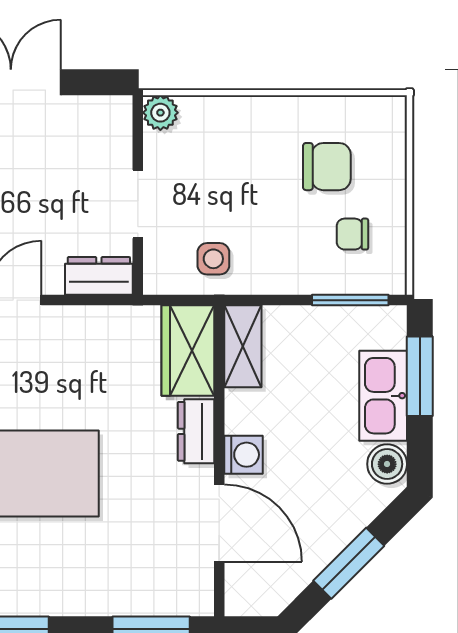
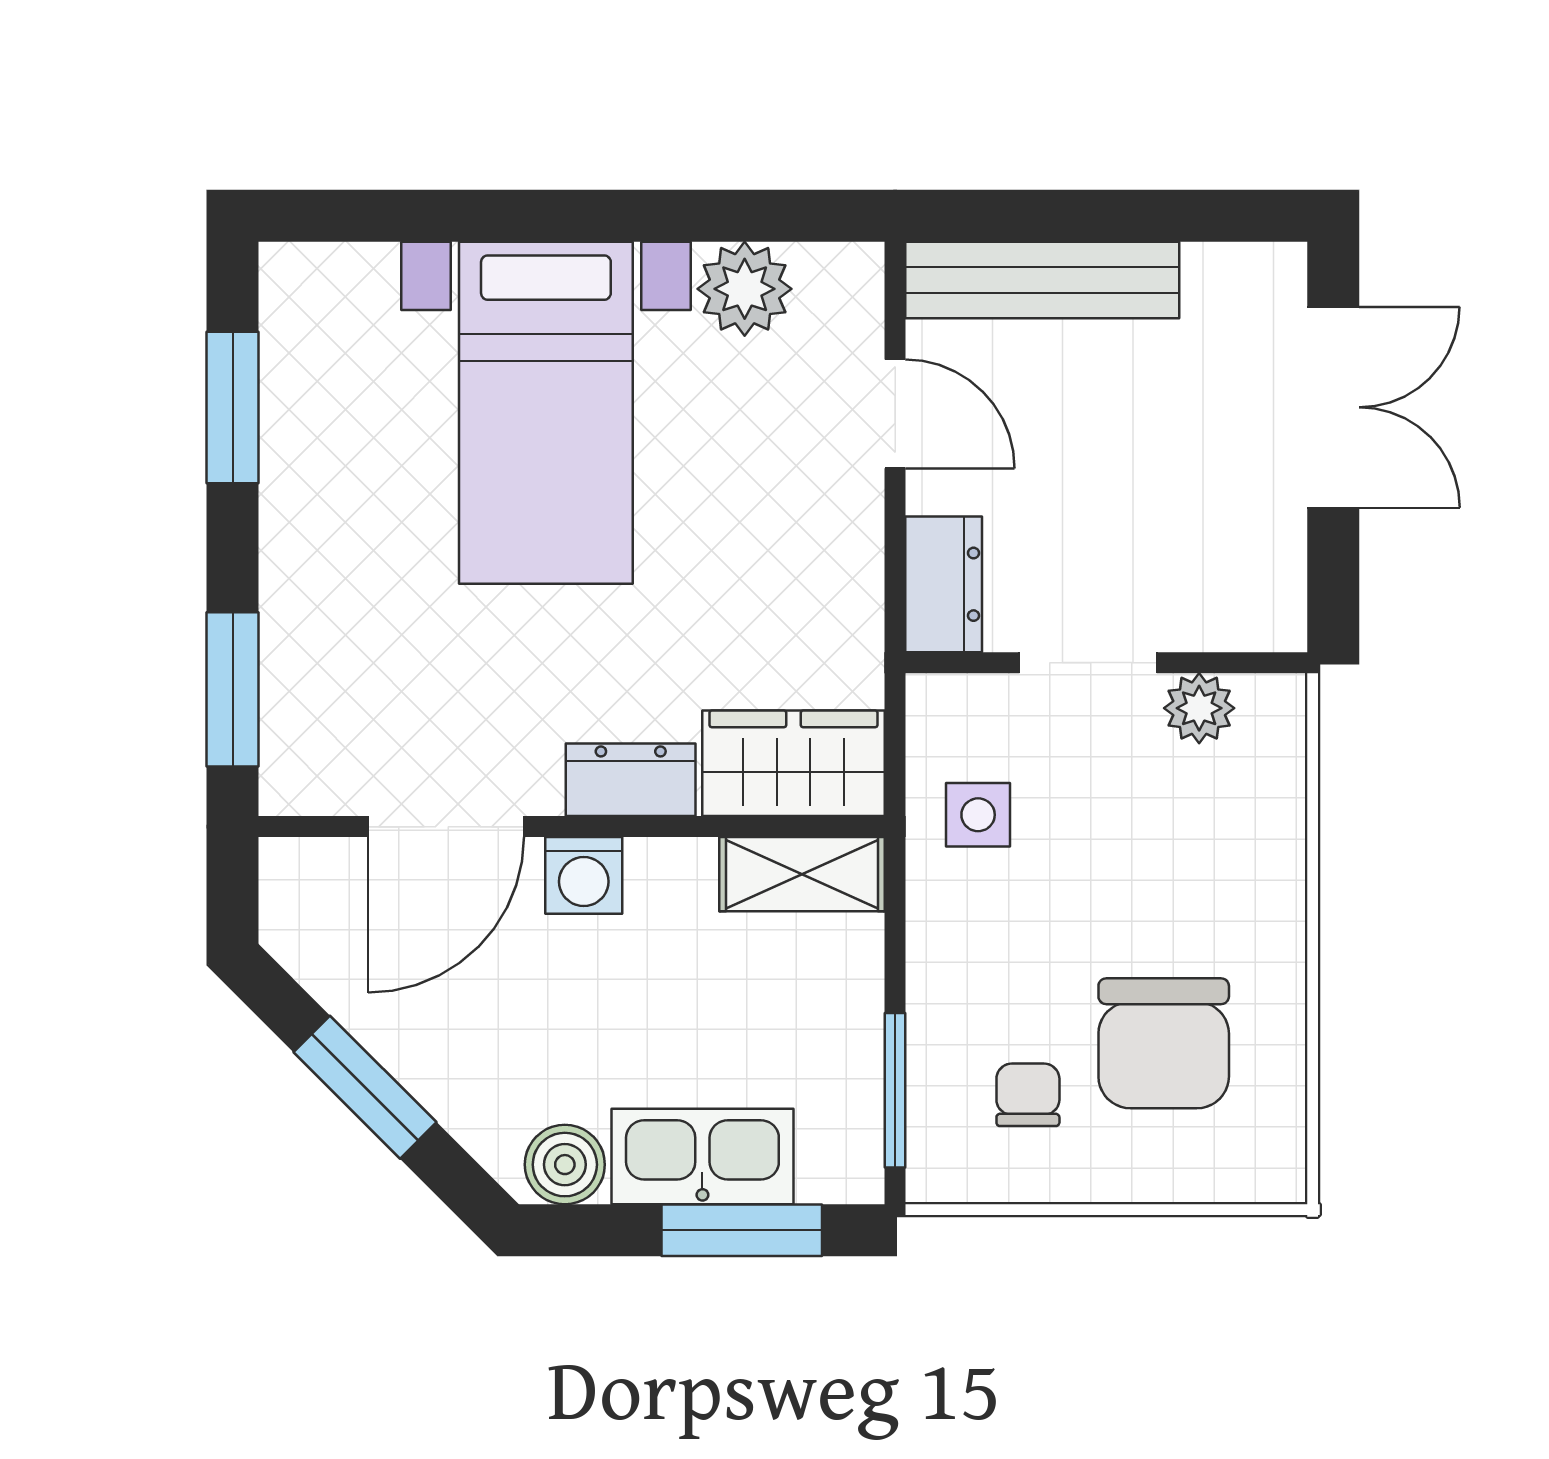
plant: (160, 113) -> (1199, 708), moved
chair: (327, 167) -> (1164, 1043), width x1.37, depth x1.37

